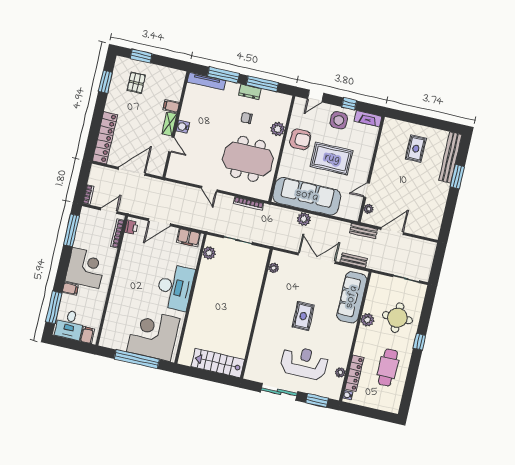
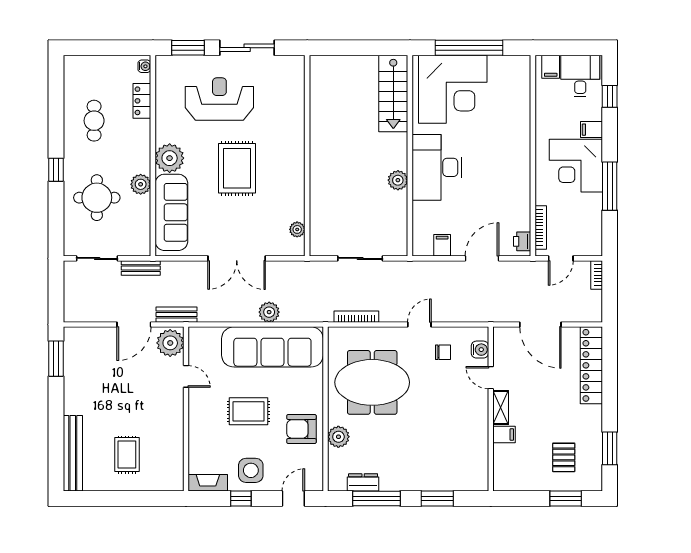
window: (223, 75) -> (437, 499), width x0.69
tv unit: (207, 81) -> (460, 484), removed
dresser: (250, 92) -> (363, 482), moved
chair: (247, 118) -> (443, 352), moved
water cooler: (183, 127) -> (480, 350), moved
rug: (332, 159) -> (249, 411), width x0.73, depth x0.70
door: (132, 171) -> (540, 325), hinge flipped
window: (457, 177) -> (56, 359), moved
door: (209, 189) -> (419, 325), hinge flipped
door: (366, 190) -> (186, 376), hinge flipped
plant: (369, 209) -> (170, 343), width x1.88, depth x1.88
window: (72, 230) -> (610, 186), moved
filing cabinet: (188, 238) -> (442, 245), width x0.50
plant: (209, 253) -> (398, 180), moved
bench: (354, 260) -> (141, 268), moved
window: (54, 307) -> (610, 96), width x0.46
rug: (303, 316) -> (237, 168), width x1.36, depth x1.43
stairs: (218, 363) -> (393, 93), moved, turned 90
reception desk: (304, 363) -> (219, 99), turned 180
cafe table: (388, 367) -> (94, 121), width x0.73, depth x0.74
plant: (340, 372) -> (170, 158), moved, width x1.87, depth x1.87
locker: (354, 373) -> (142, 101), width x0.66

